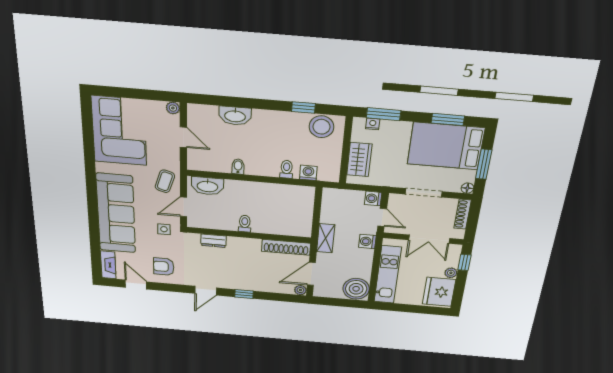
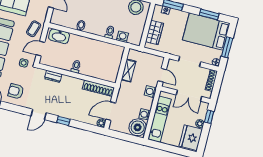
washing machine: (373, 198) -> (145, 114), moved
shelving: (326, 238) -> (129, 71), moved

